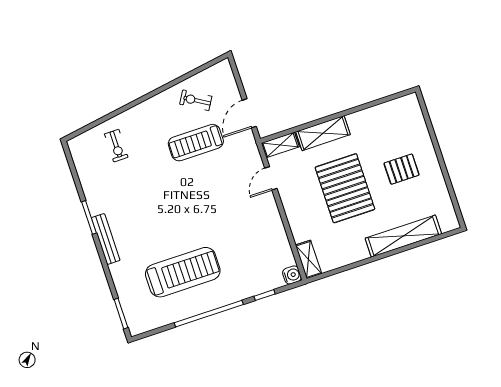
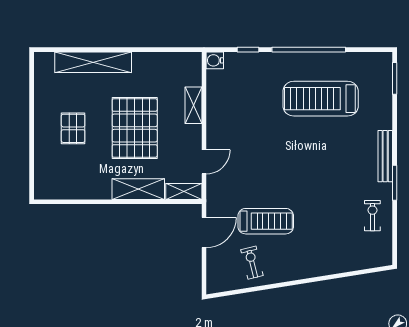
exercise bike: (196, 100) -> (252, 263), turned -135
exercise bike: (116, 146) -> (372, 216), moved
pallet: (402, 169) -> (73, 128), turned 90
shelving: (308, 259) -> (193, 105), moved

